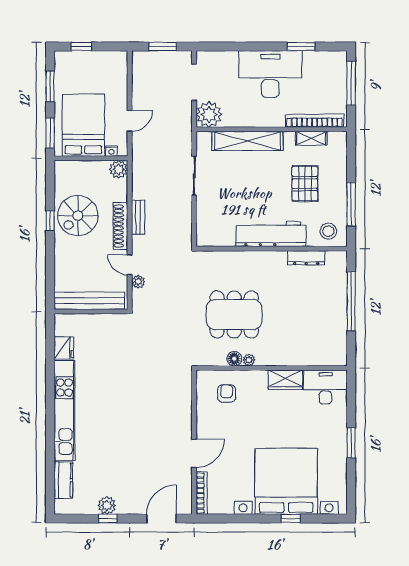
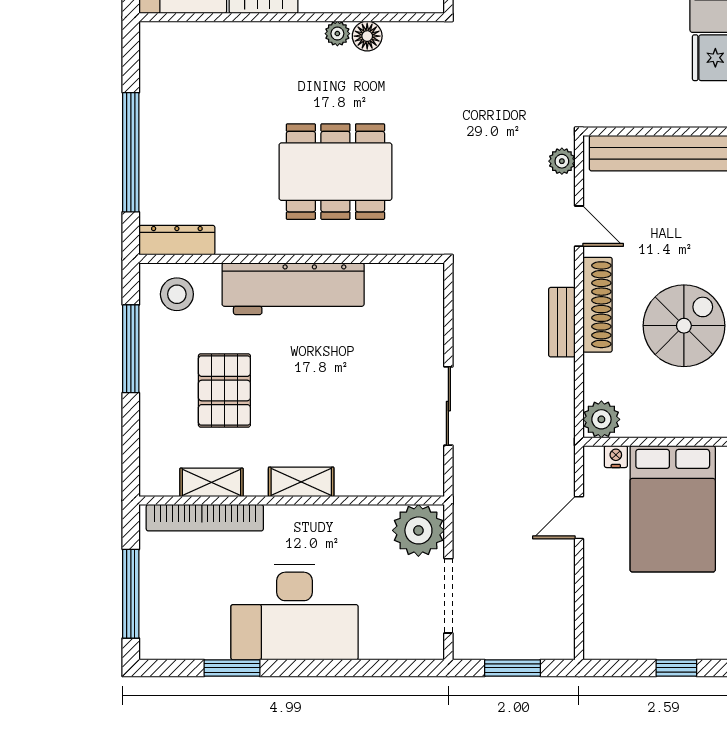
shelving: (247, 141) -> (301, 482), width x0.45, depth x0.75
dresser: (306, 258) -> (177, 240), moved
plant: (138, 282) -> (562, 161), moved
dining table: (234, 314) -> (335, 172), moved

